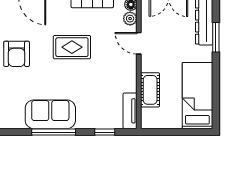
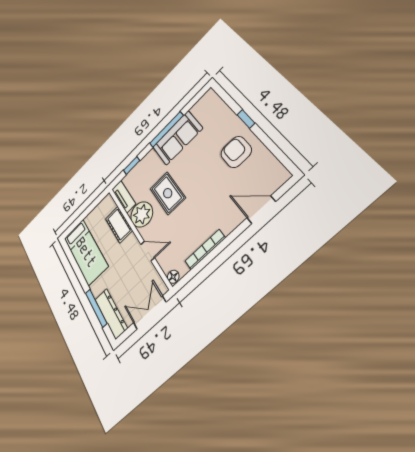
plant: (130, 19) -> (142, 214), moved, width x1.87, depth x1.87
window: (216, 37) -> (96, 308), width x1.44
rug: (72, 47) -> (168, 193), moved, turned 90

